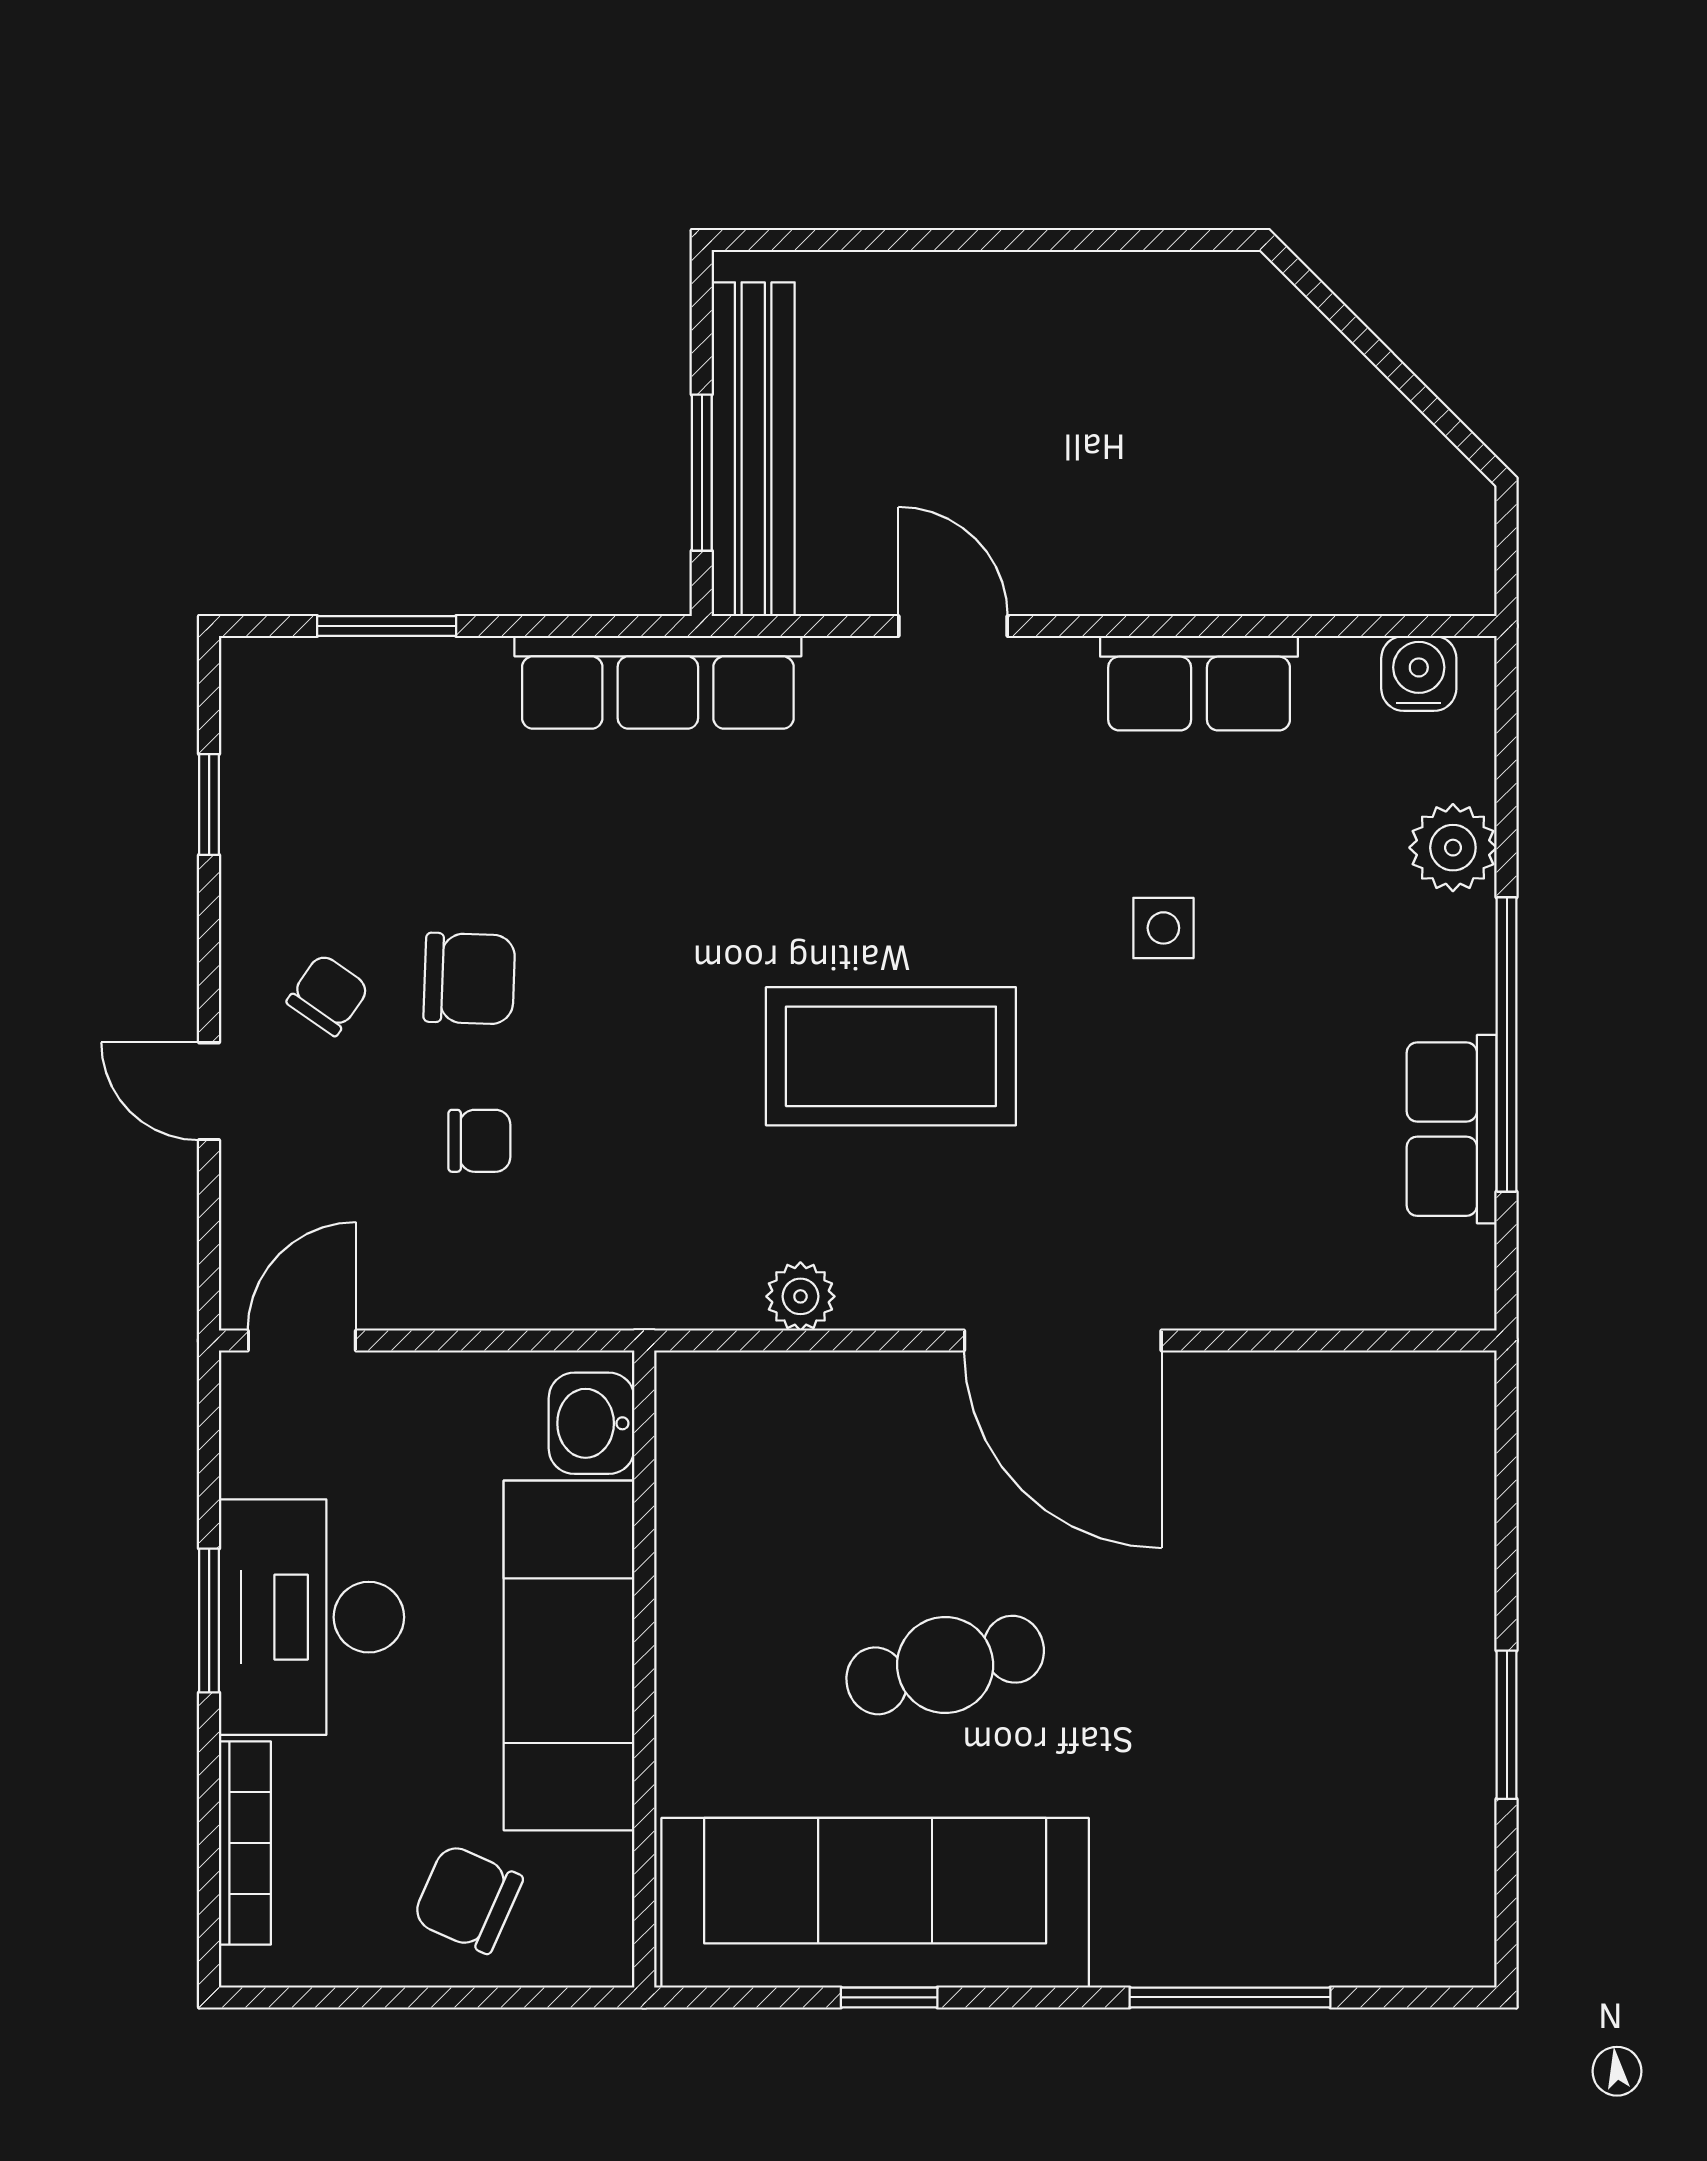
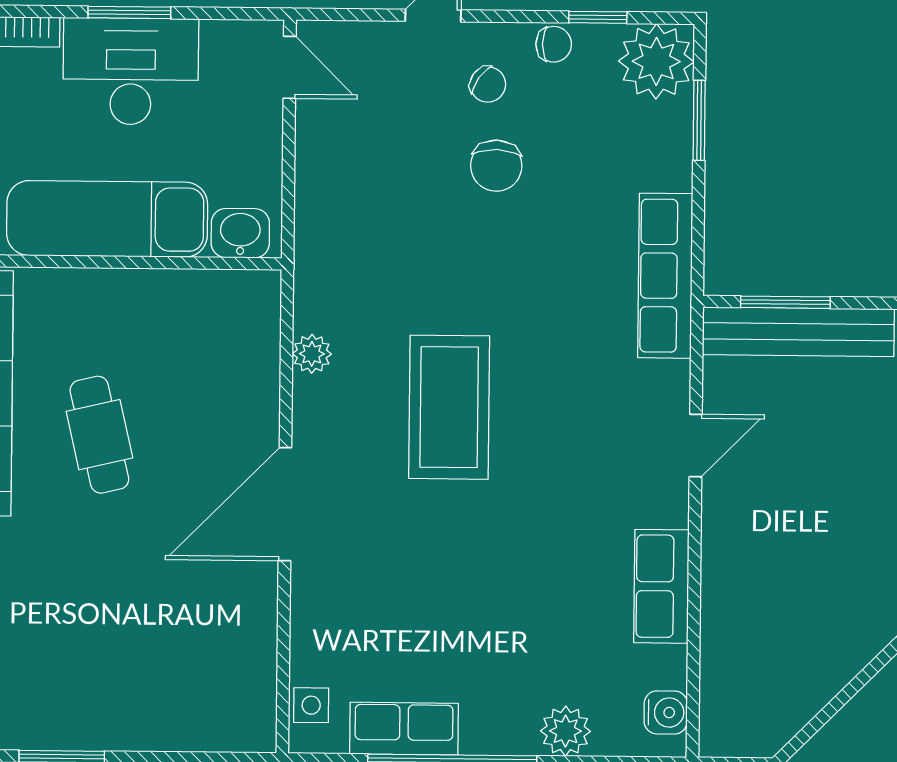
plant: (285, 702) -> (656, 61), added
side table: (1163, 928) -> (311, 705), moved
chair: (479, 1141) -> (554, 44), moved, turned -90

